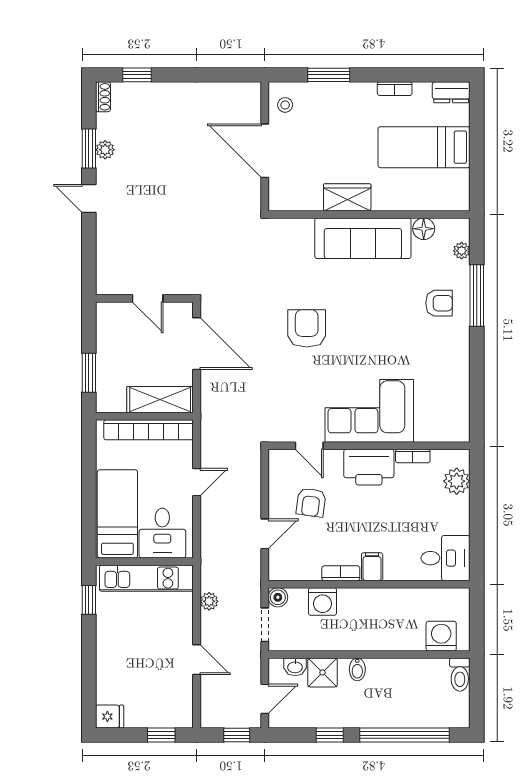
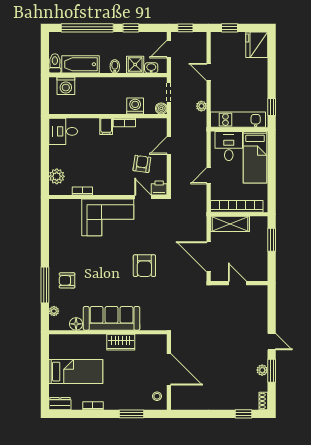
printer: (369, 467) -> (159, 188), moved, width x0.53, depth x0.68
bathtub: (416, 673) -> (80, 64), added
fridge: (110, 717) -> (257, 45), width x1.88, depth x1.34

